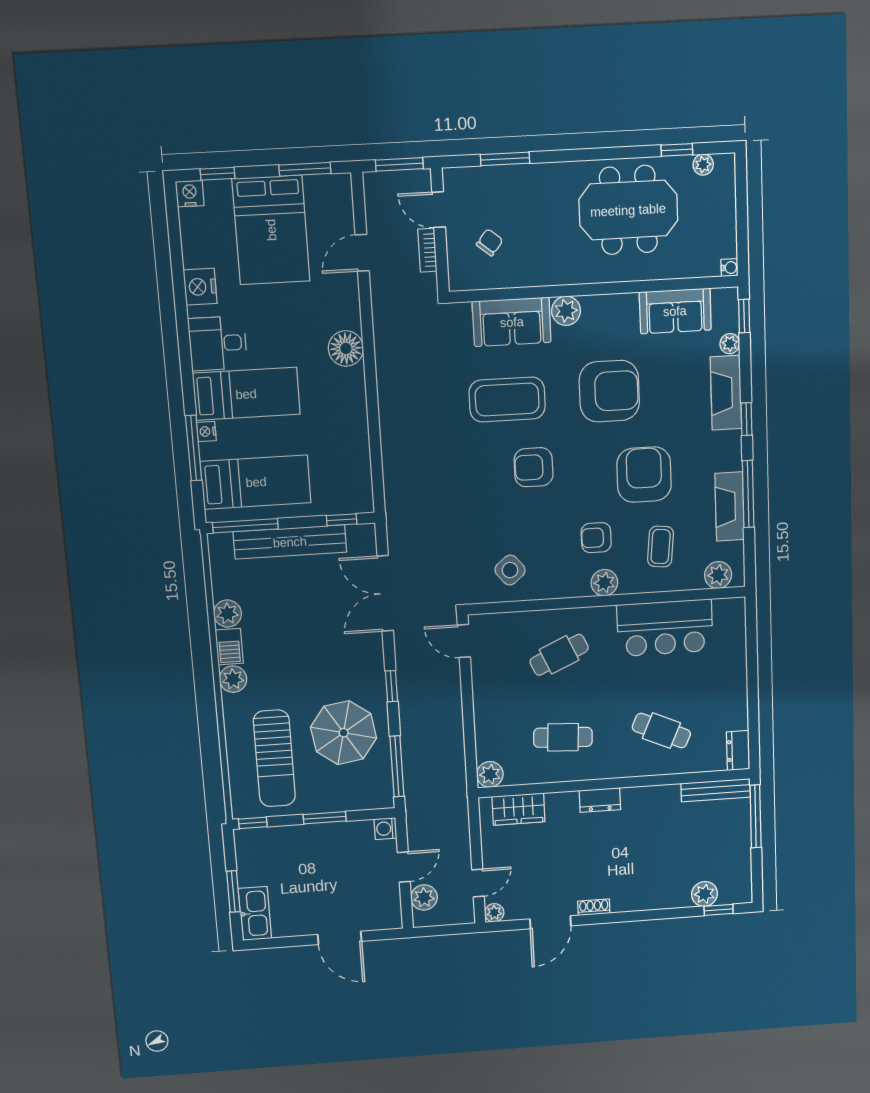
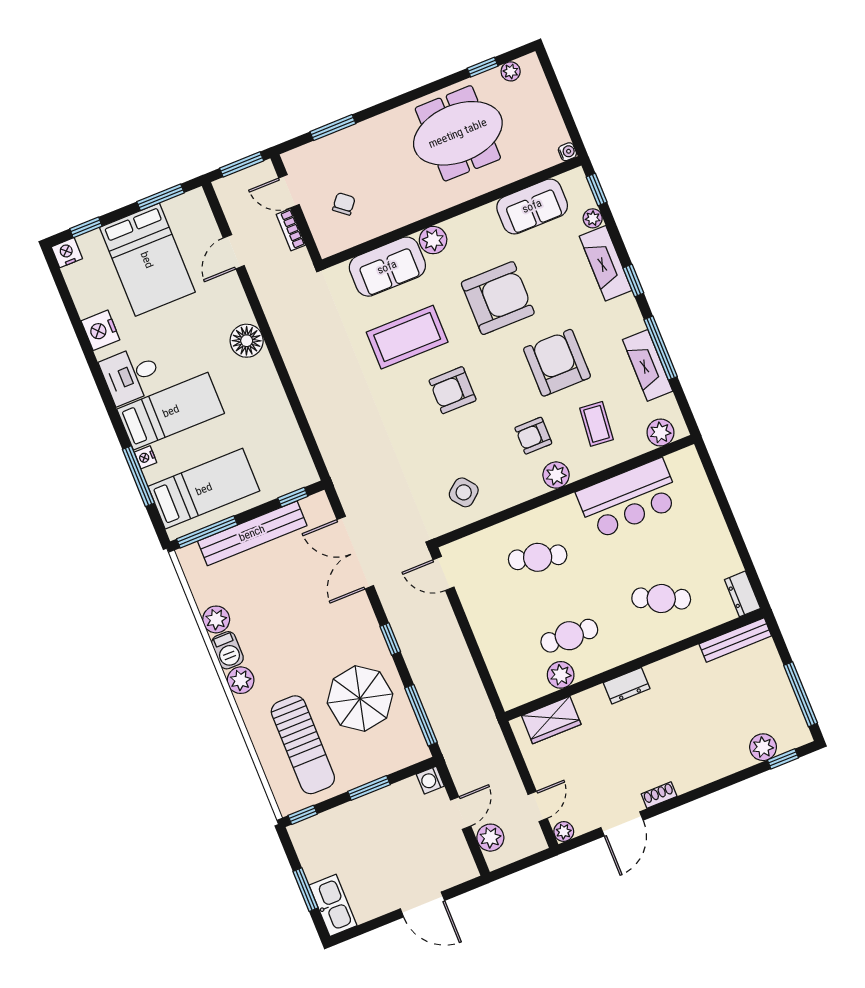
cafe table: (559, 655) -> (538, 557), turned 39
plant: (490, 774) -> (561, 675), moved
window: (756, 816) -> (801, 694), moved

